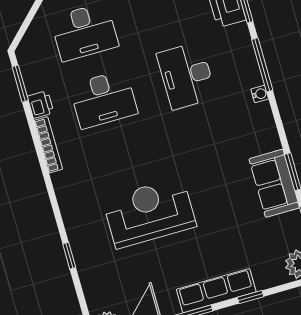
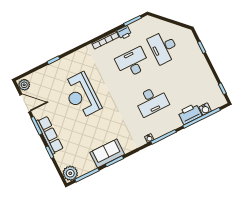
desk: (186, 76) -> (152, 101), turned 180
desk: (104, 99) -> (133, 63), turned 90
reception desk: (149, 213) -> (82, 95), turned 180

